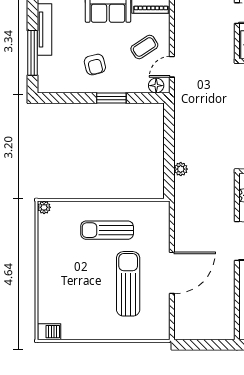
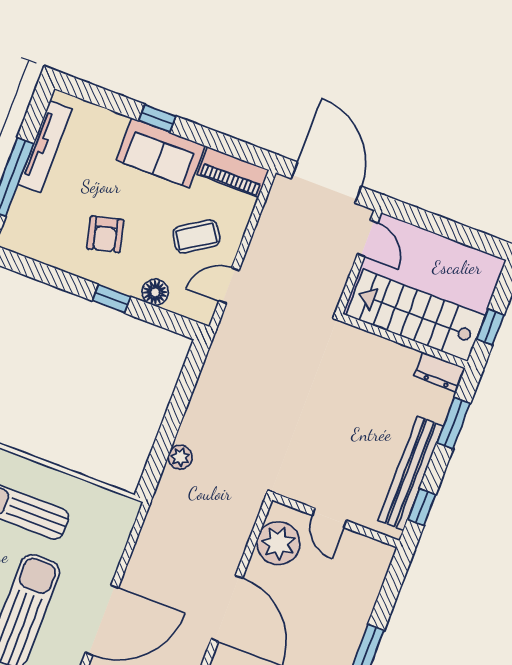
floor lamp: (156, 86) -> (155, 292), moved
window: (111, 98) -> (111, 299), width x0.67

